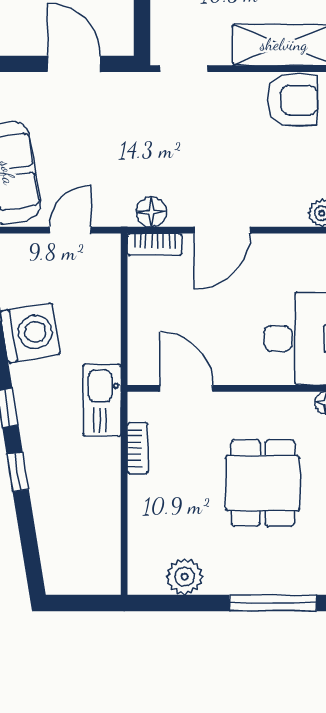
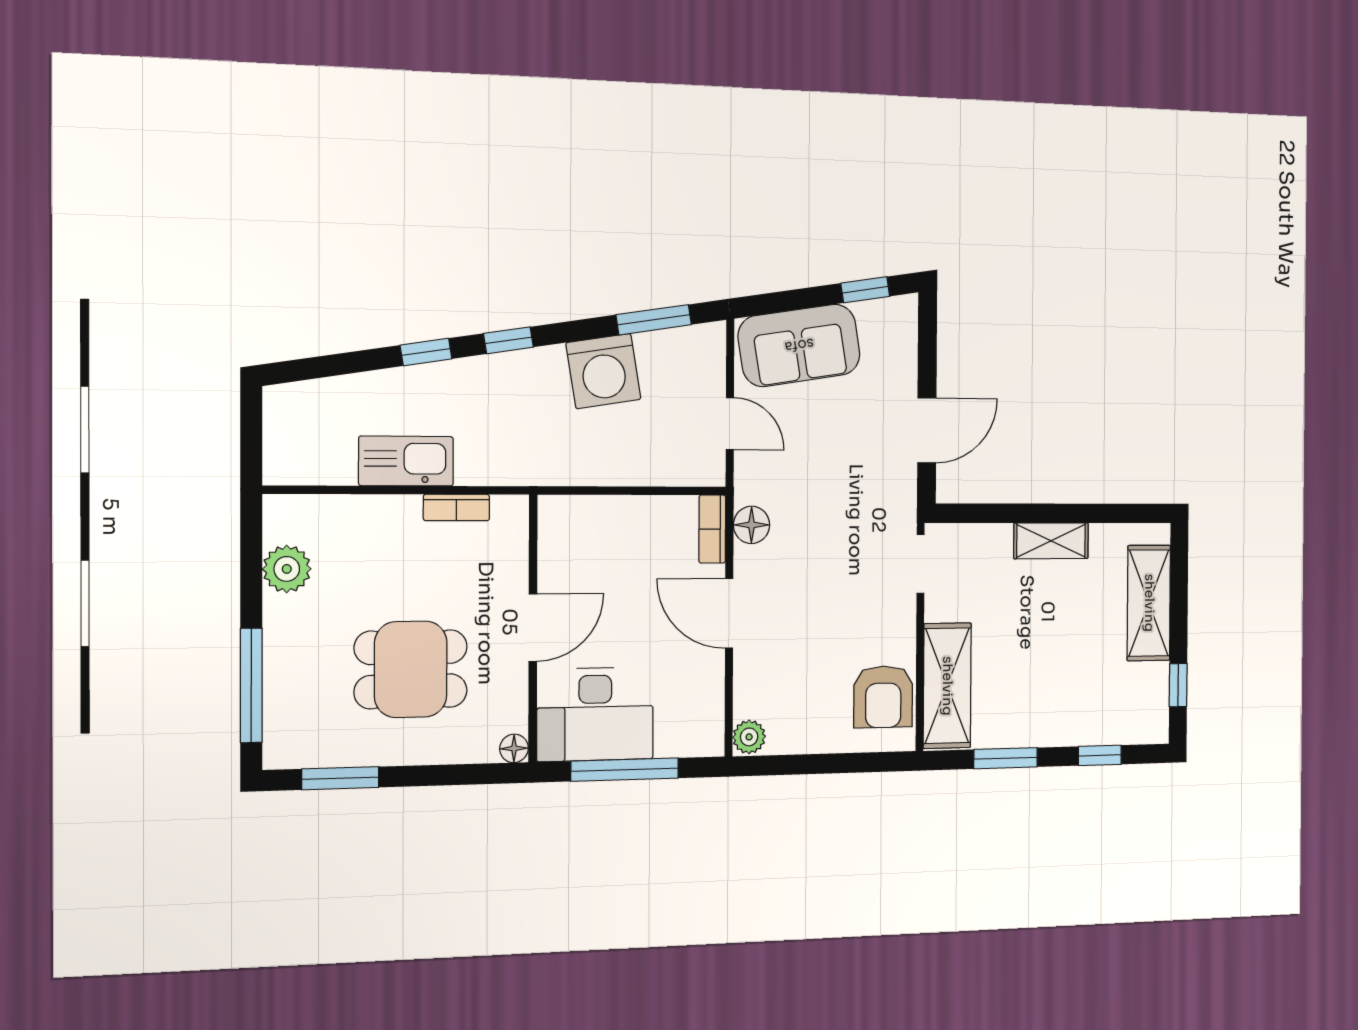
door: (186, 388) -> (533, 628), moved
kitchen sink: (102, 400) -> (406, 461), moved

